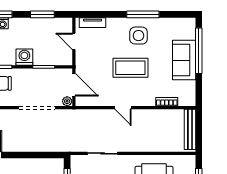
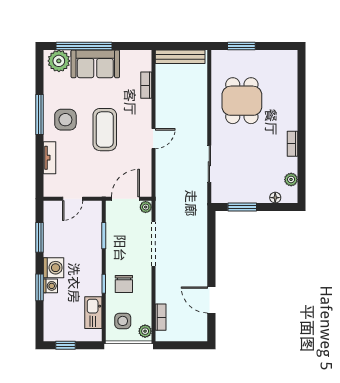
tv unit: (92, 23) -> (50, 158), moved
plant: (187, 30) -> (59, 61), added
washing machine: (24, 57) -> (54, 268), moved, turned 180

